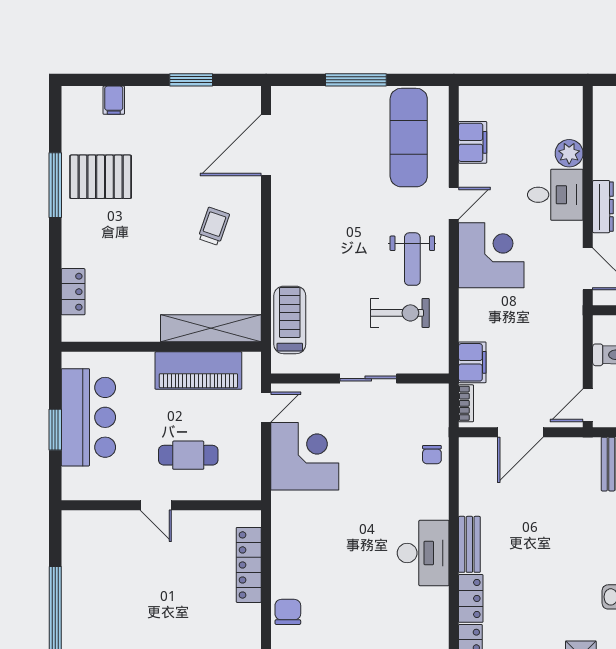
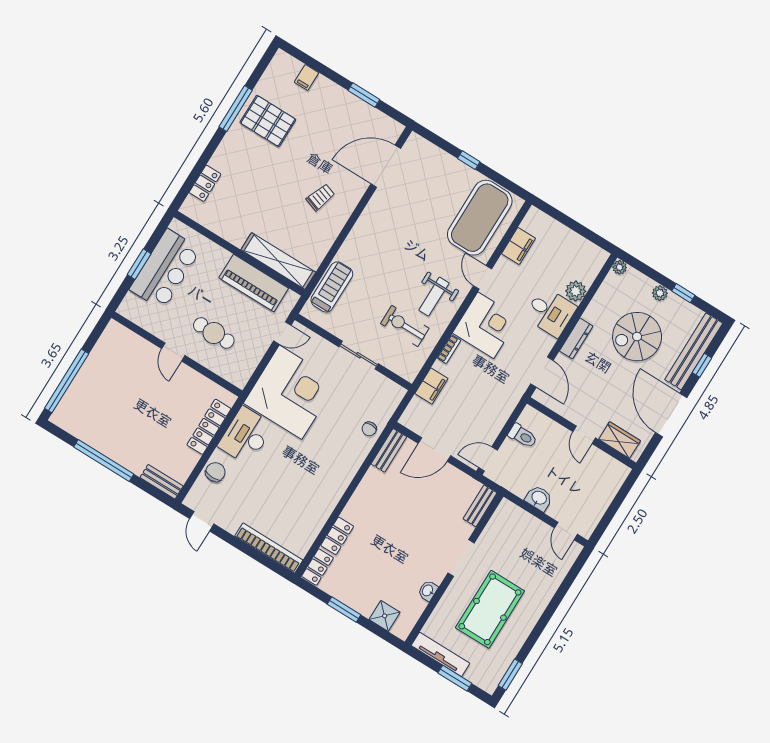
window: (356, 80) -> (469, 160), width x0.46
plant: (602, 95) -> (620, 267), added
exercise mat: (409, 138) -> (480, 218), width x1.47
door: (454, 203) -> (482, 277), swing flipped
exercise bike: (400, 313) -> (405, 326), turned 180
bookcase: (466, 403) -> (449, 349), moved
corner desk: (305, 456) -> (291, 392), width x1.36, depth x1.36
bench: (469, 544) -> (389, 450), moved
desk: (423, 553) -> (246, 436), moved, turned 180

